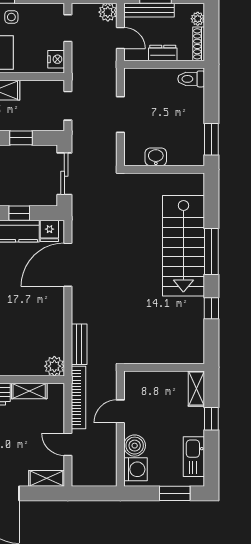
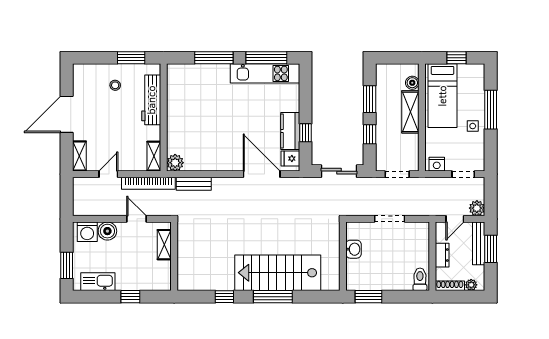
shelving: (196, 389) -> (164, 245), moved, turned 90
shelving: (29, 391) -> (154, 156), moved

